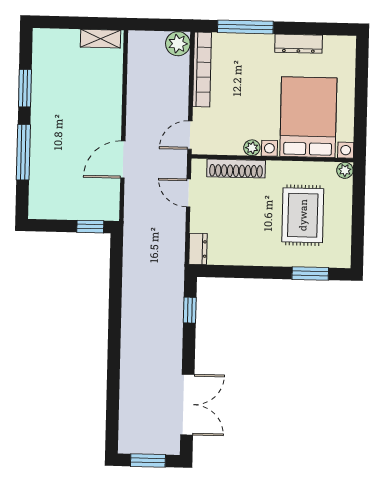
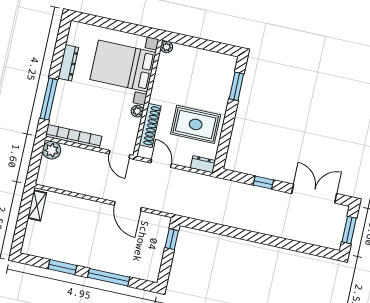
door: (188, 193) -> (161, 163), swing flipped
rug: (303, 215) -> (196, 124), moved
window: (190, 310) -> (263, 183), moved

